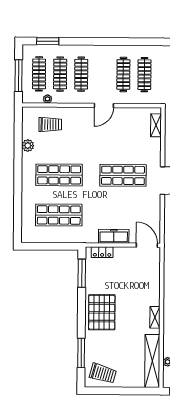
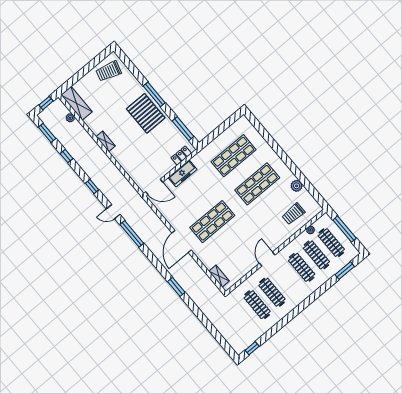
window: (81, 353) -> (154, 94), moved
shelving: (152, 361) -> (76, 103), width x0.68

